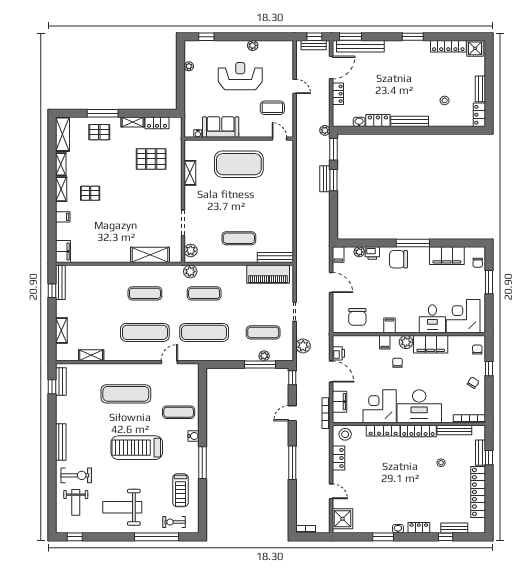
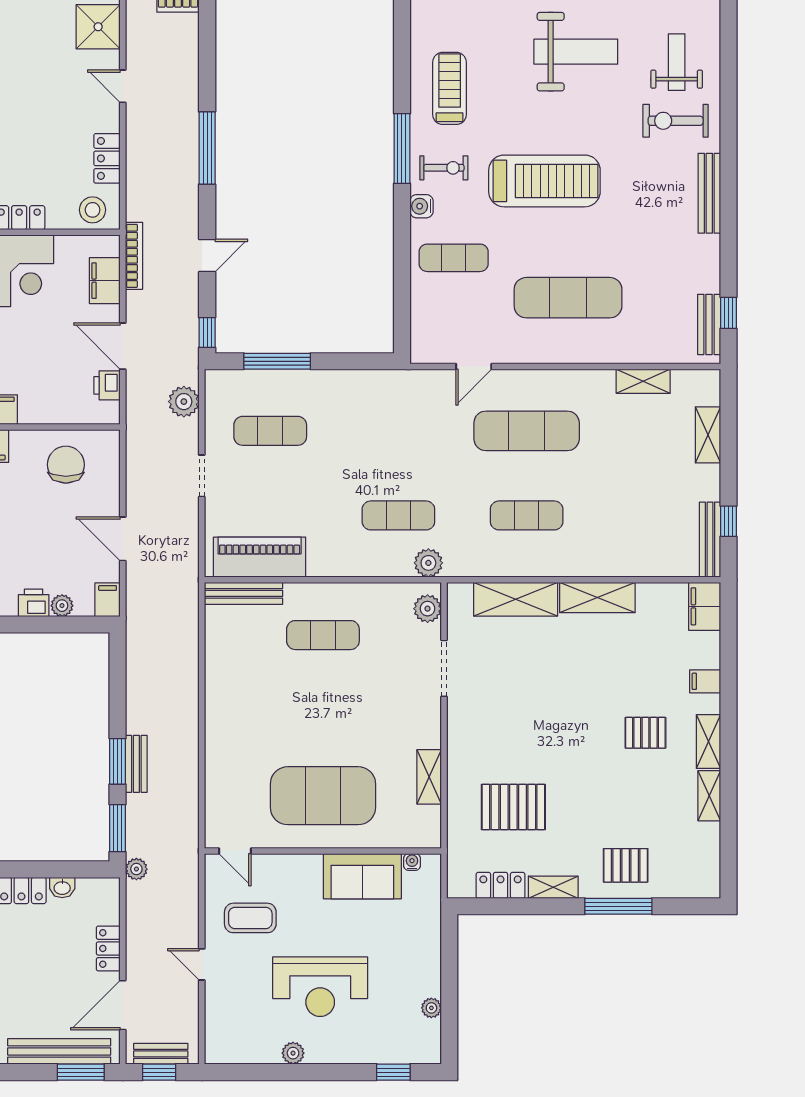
shelving: (63, 134) -> (597, 598), moved, turned 90
exercise mat: (204, 332) -> (398, 431), removed
plant: (264, 356) -> (268, 380), removed
exercise bike: (174, 522) -> (444, 168), moved

